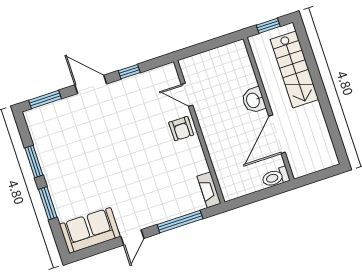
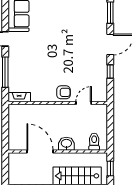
armchair: (181, 129) -> (64, 92), turned 180
toilet: (276, 177) -> (94, 142), moved

